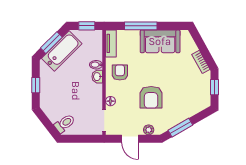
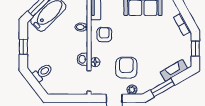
washbasin: (97, 77) -> (83, 59), moved
armchair: (151, 97) -> (126, 68), moved, turned 180
fireplace: (192, 110) -> (174, 70), added
toilet: (65, 123) -> (43, 72), moved

